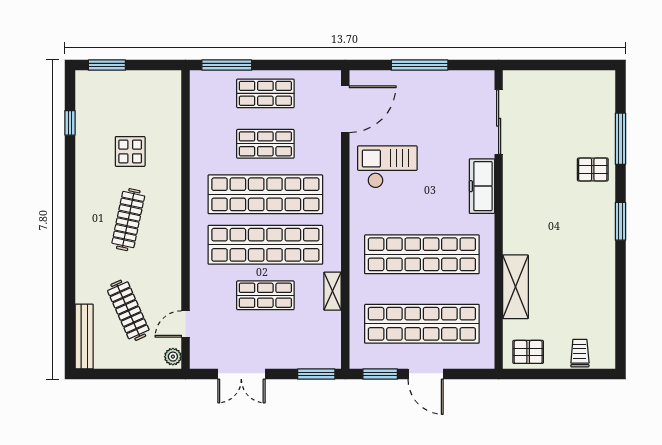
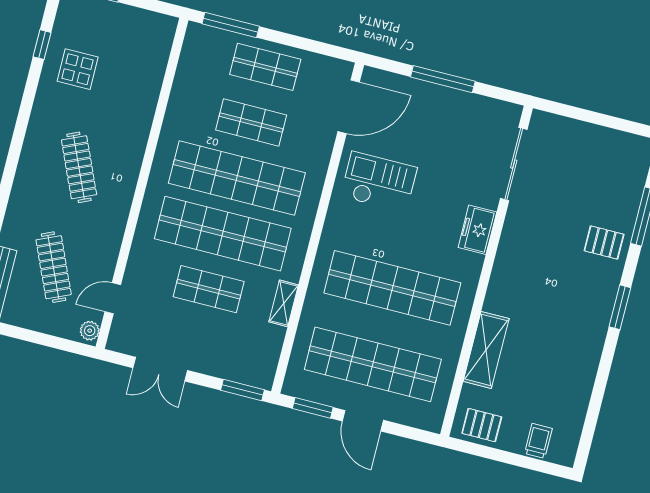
display table: (130, 151) -> (78, 69), moved
freezer: (482, 186) -> (477, 230), width x0.71
clothes rail: (128, 220) -> (79, 167), turned -36

